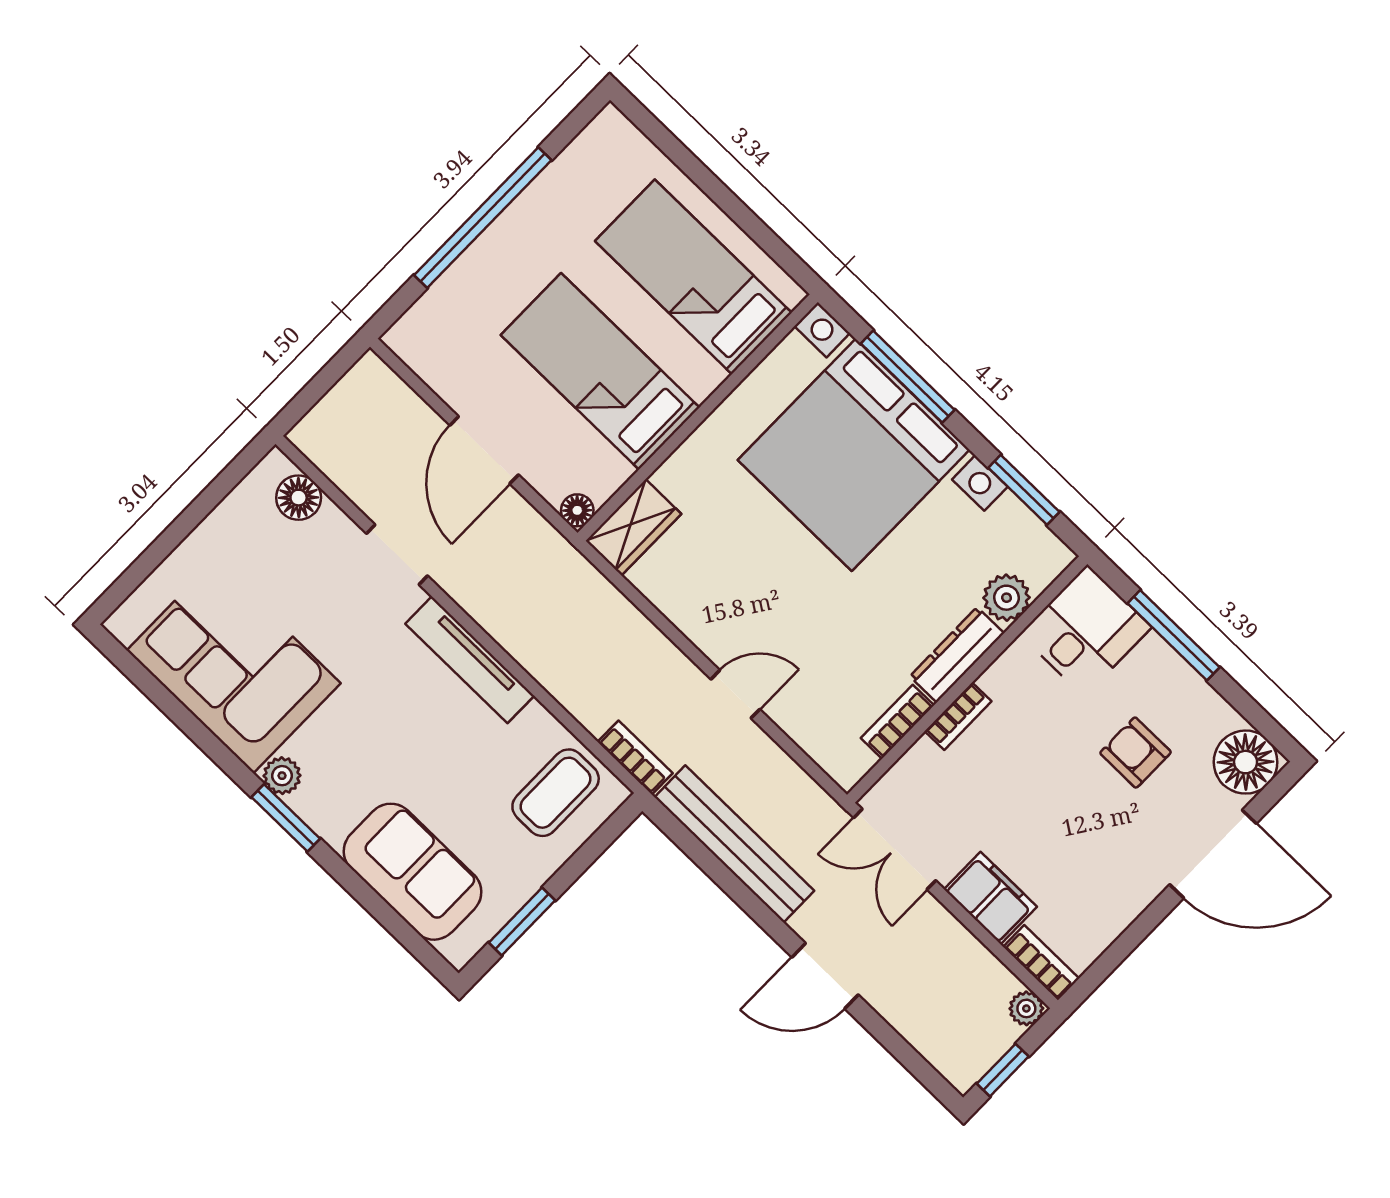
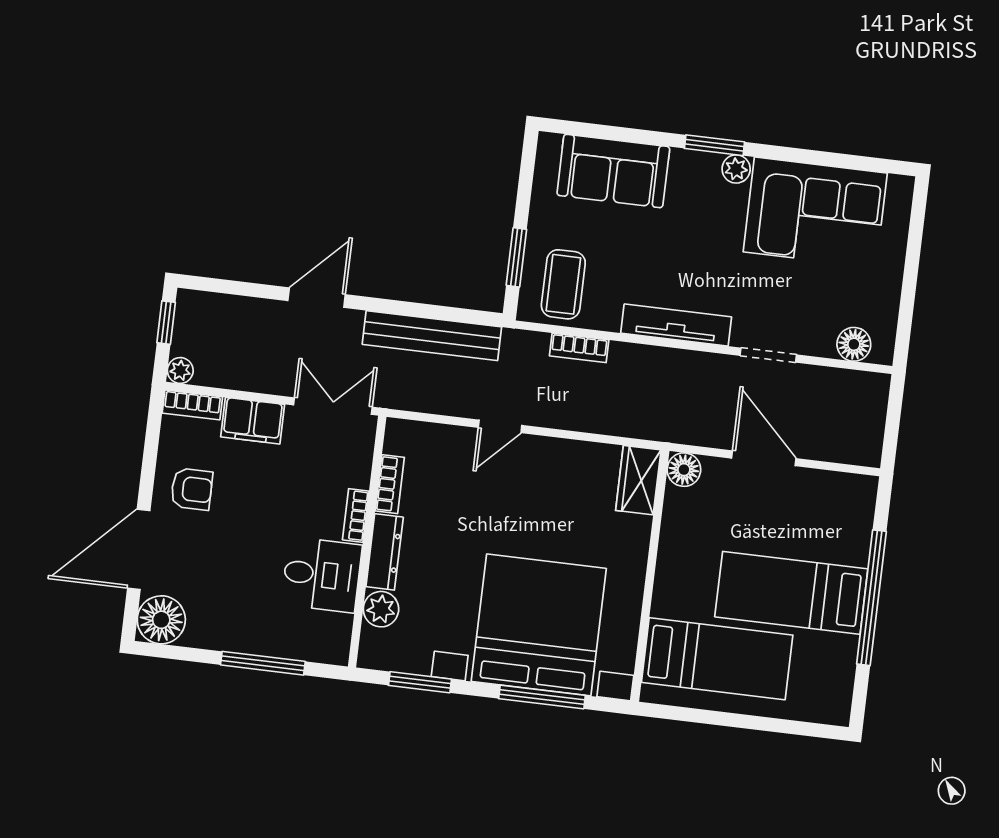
bed: (600, 371) -> (791, 593), moved, turned 180
floor lamp: (577, 510) -> (684, 470), width x1.37, depth x1.37
desk: (1086, 631) -> (322, 575), moved, turned -90
armchair: (1136, 753) -> (192, 489), moved
bookcase: (635, 758) -> (579, 348), moved
window: (522, 922) -> (516, 257), moved

